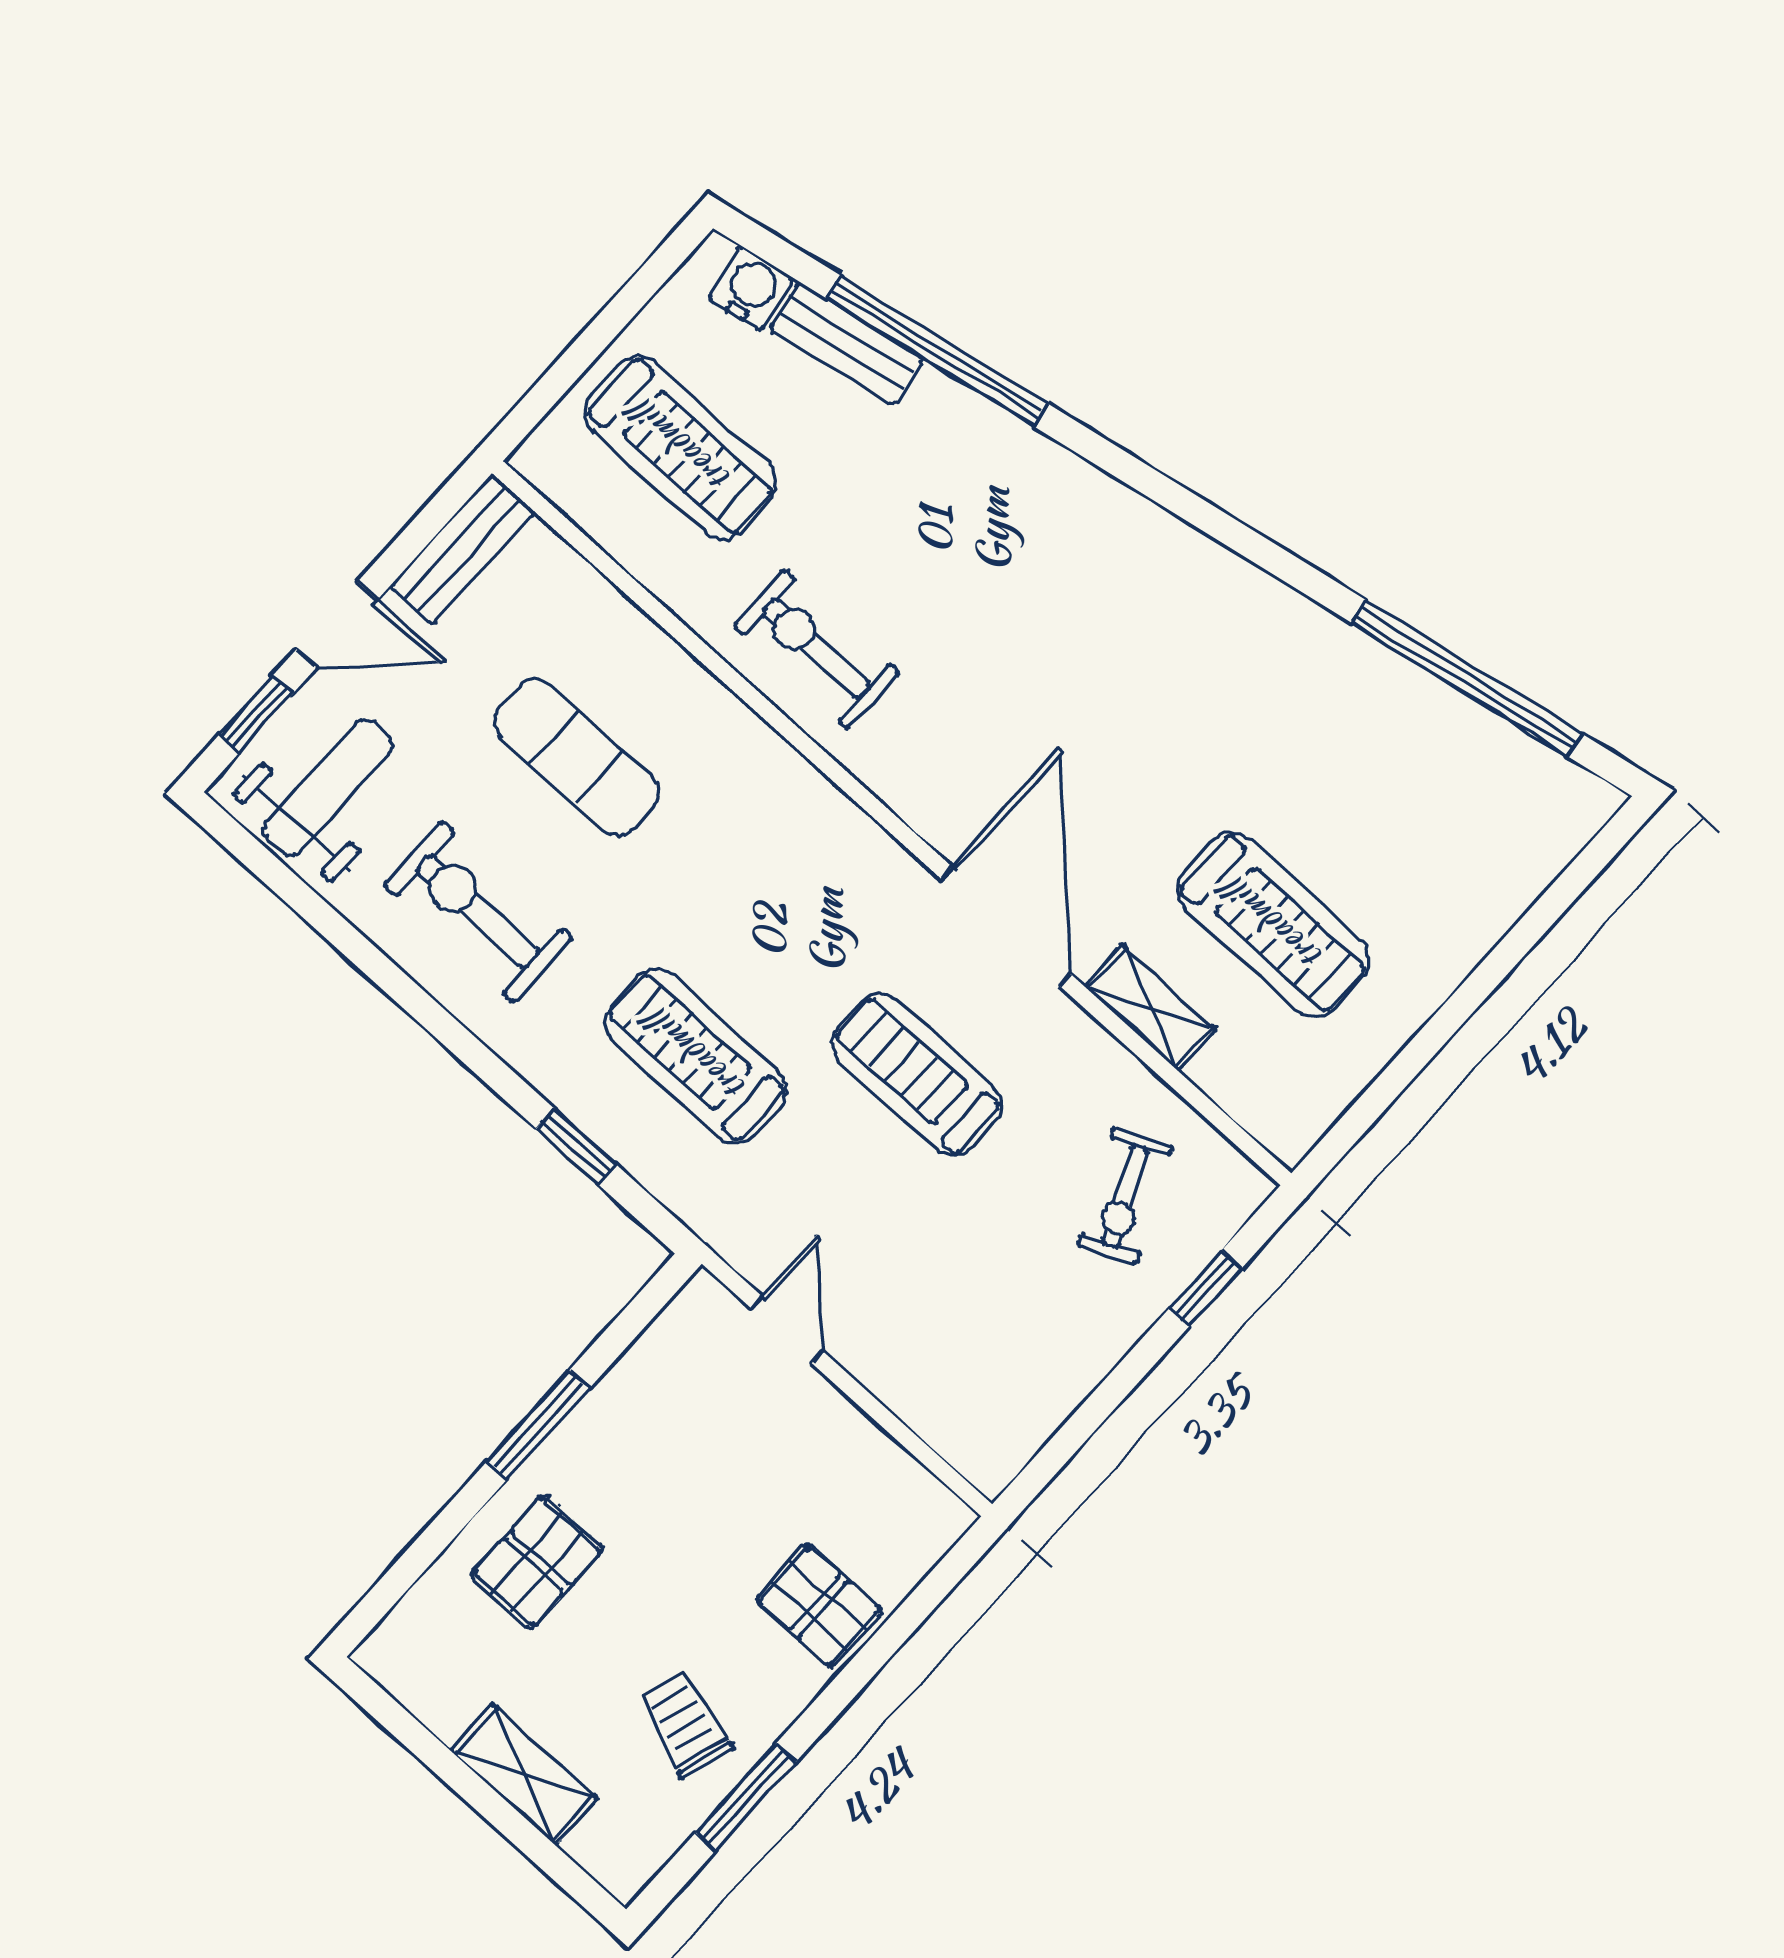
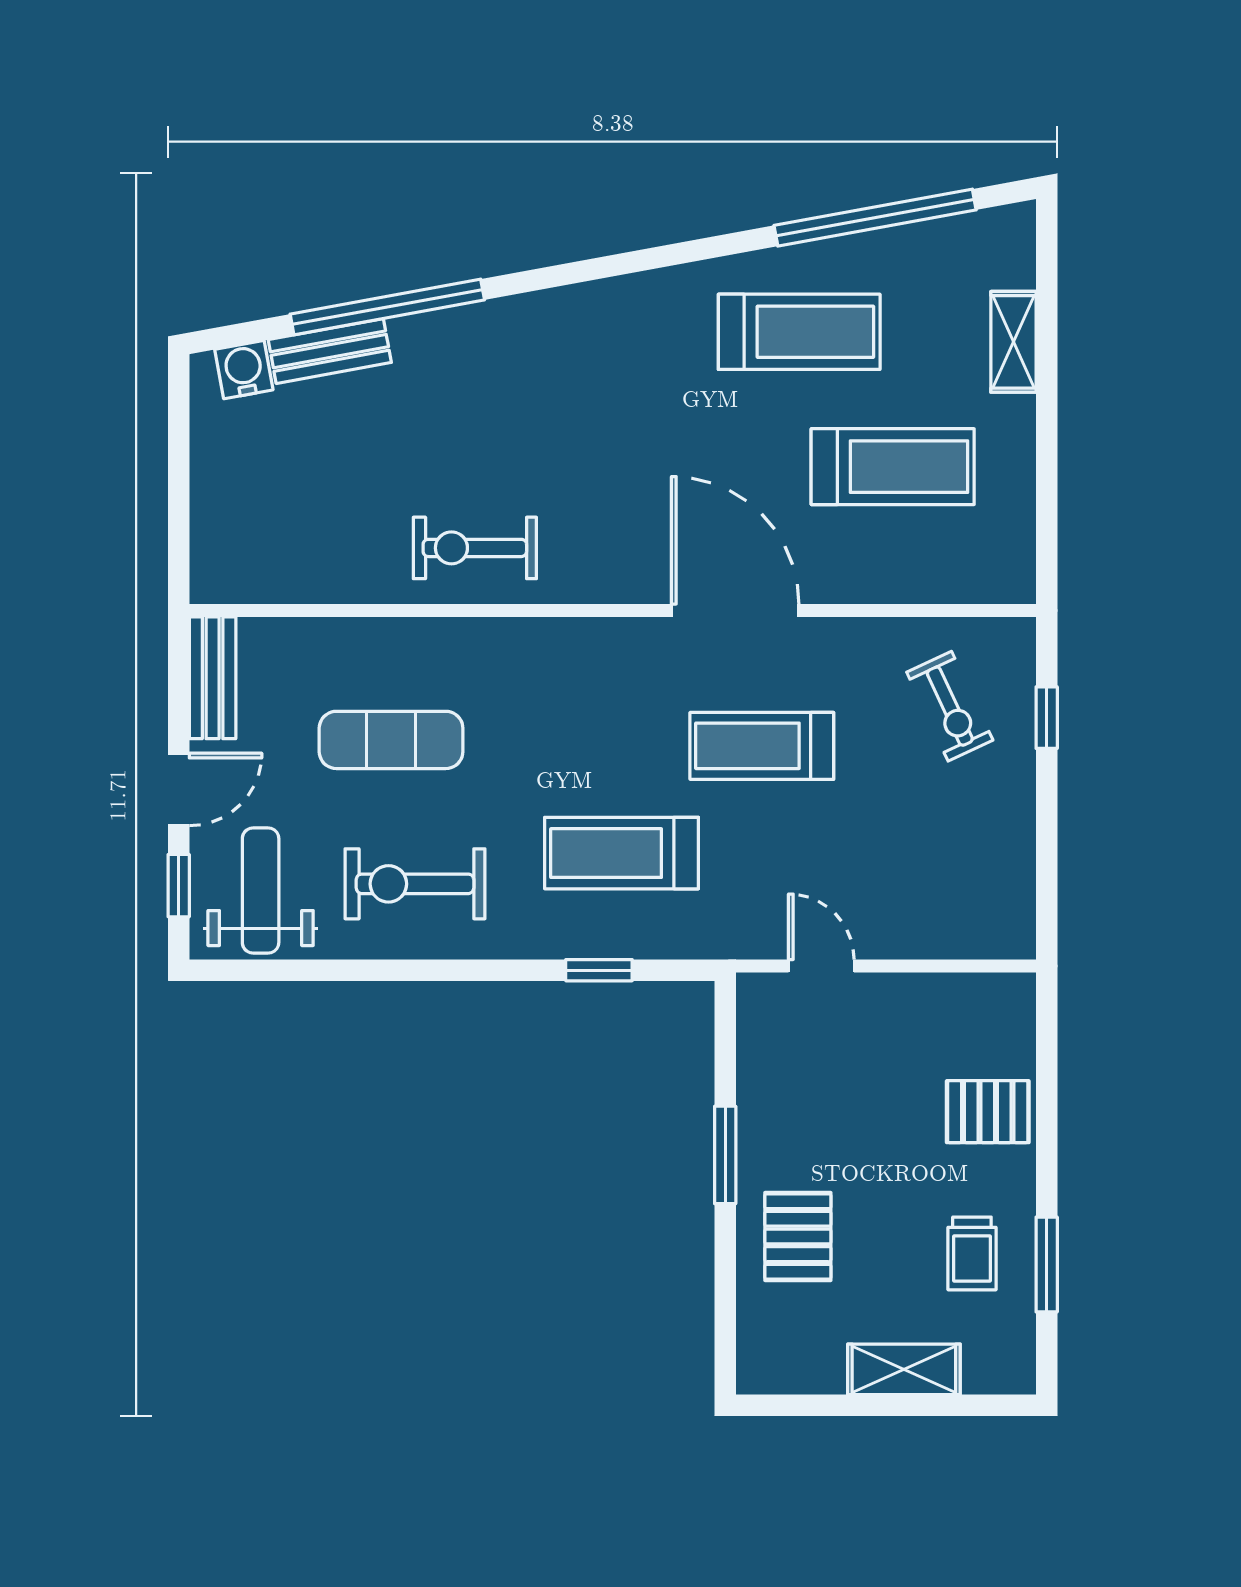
treadmill: (681, 447) -> (799, 332), moved
shelving: (1150, 1007) -> (1013, 342), moved, turned 90
trolley: (685, 1724) -> (972, 1253), turned -108

